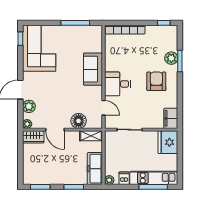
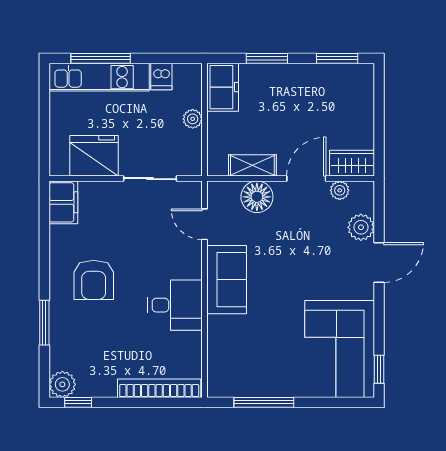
plant: (171, 58) -> (62, 384), moved
sofa: (93, 69) -> (227, 280), moved
desk: (118, 84) -> (175, 305), moved
plant: (27, 124) -> (340, 190), moved
door: (55, 130) -> (306, 179), hinge flipped
shelving: (91, 136) -> (252, 165), moved
fridge: (168, 142) -> (94, 156), moved, turned -90
freezer: (95, 169) -> (223, 87), width x0.71
plant: (109, 180) -> (193, 119), moved

